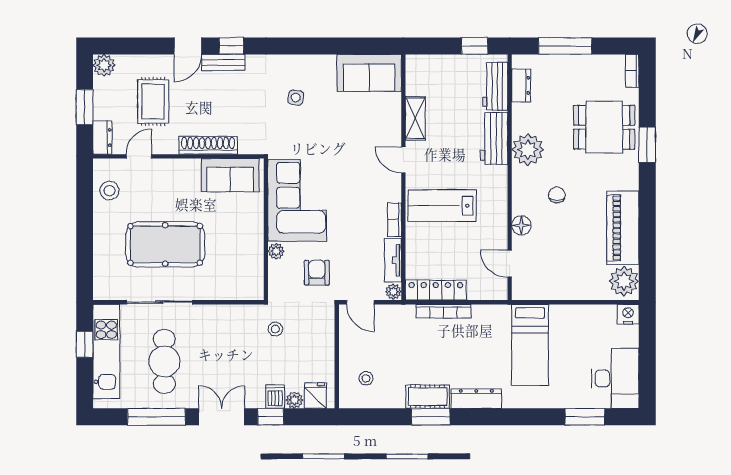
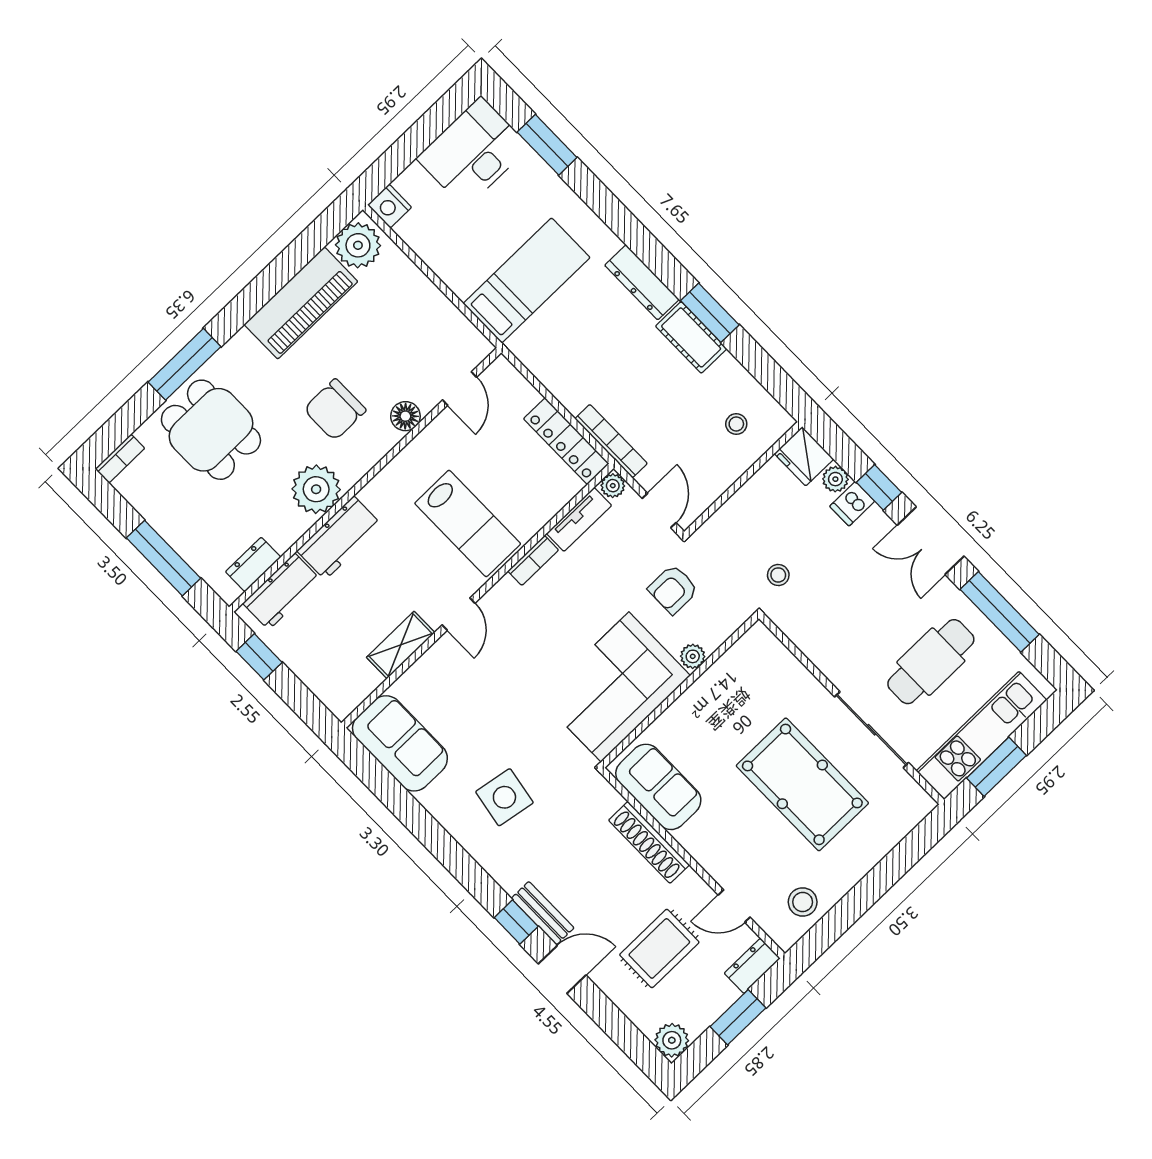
side table: (296, 98) -> (504, 797), width x1.87, depth x1.87
window: (647, 145) -> (184, 364), width x1.44
chair: (557, 195) -> (335, 410), width x1.87, depth x1.87
bookcase: (443, 311) -> (611, 441), moved
window: (85, 344) -> (996, 767), width x1.50
fridge: (315, 396) -> (804, 456), width x1.38

